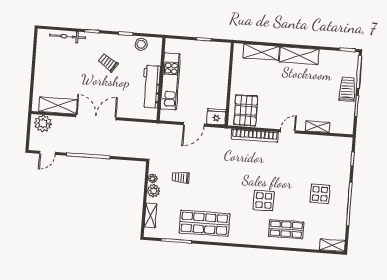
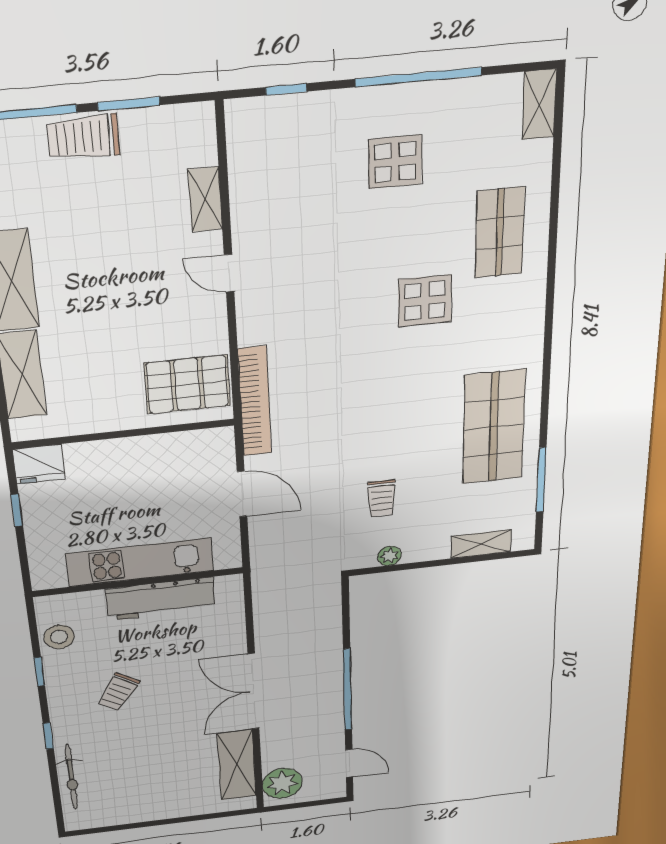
fridge: (216, 117) -> (39, 464), moved, turned -90
bookcase: (255, 136) -> (255, 401), moved
plant: (153, 191) -> (419, 549), removed

